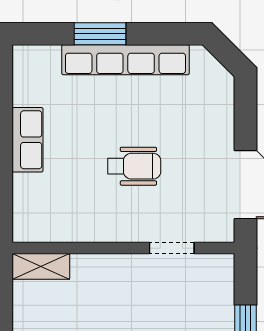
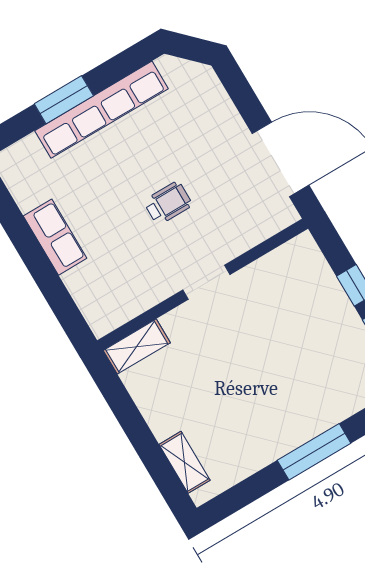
wheelchair: (134, 166) -> (168, 203), width x0.73, depth x0.73
doorway: (172, 248) -> (206, 282), moved

